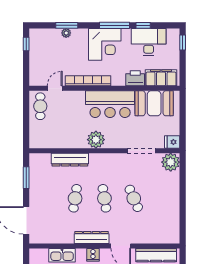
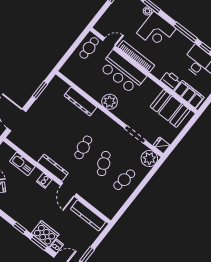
corner desk: (105, 44) -> (156, 31), moved
bar counter: (110, 104) -> (123, 72), moved
cafe table: (75, 198) -> (124, 180), moved

